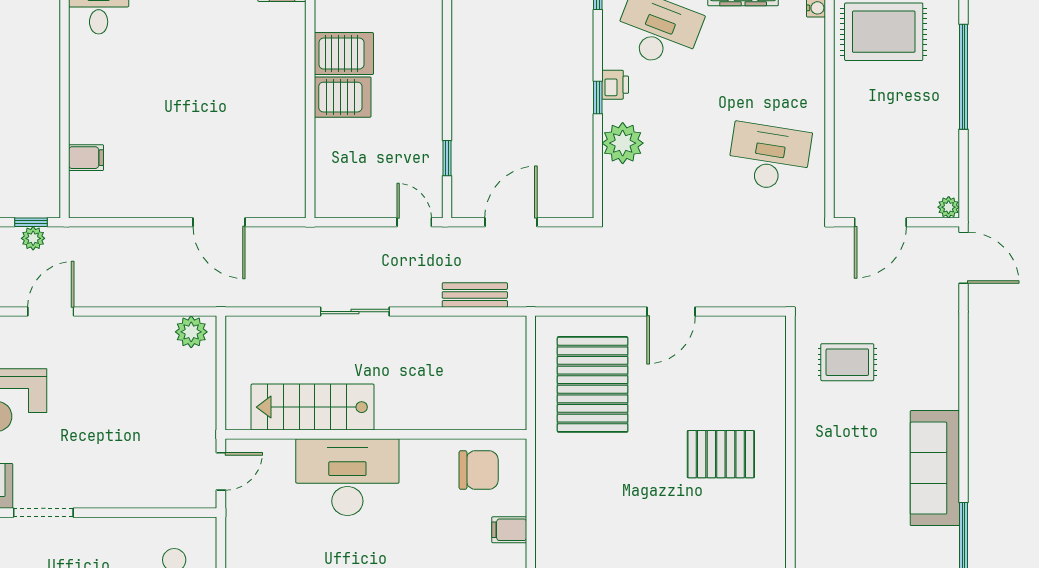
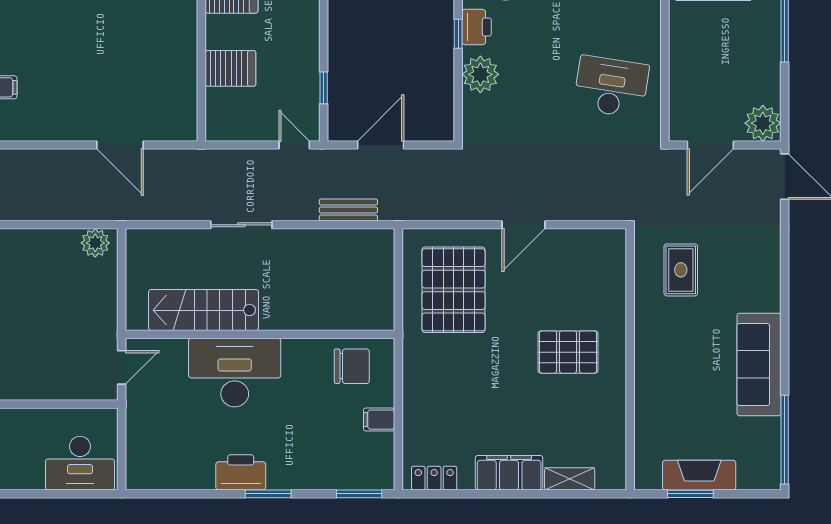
printer: (615, 85) -> (477, 27), width x1.36, depth x1.24
server rack: (343, 97) -> (230, 68), moved
plant: (949, 207) -> (763, 123), width x1.88, depth x1.88
rug: (847, 362) -> (681, 270), turned 90

